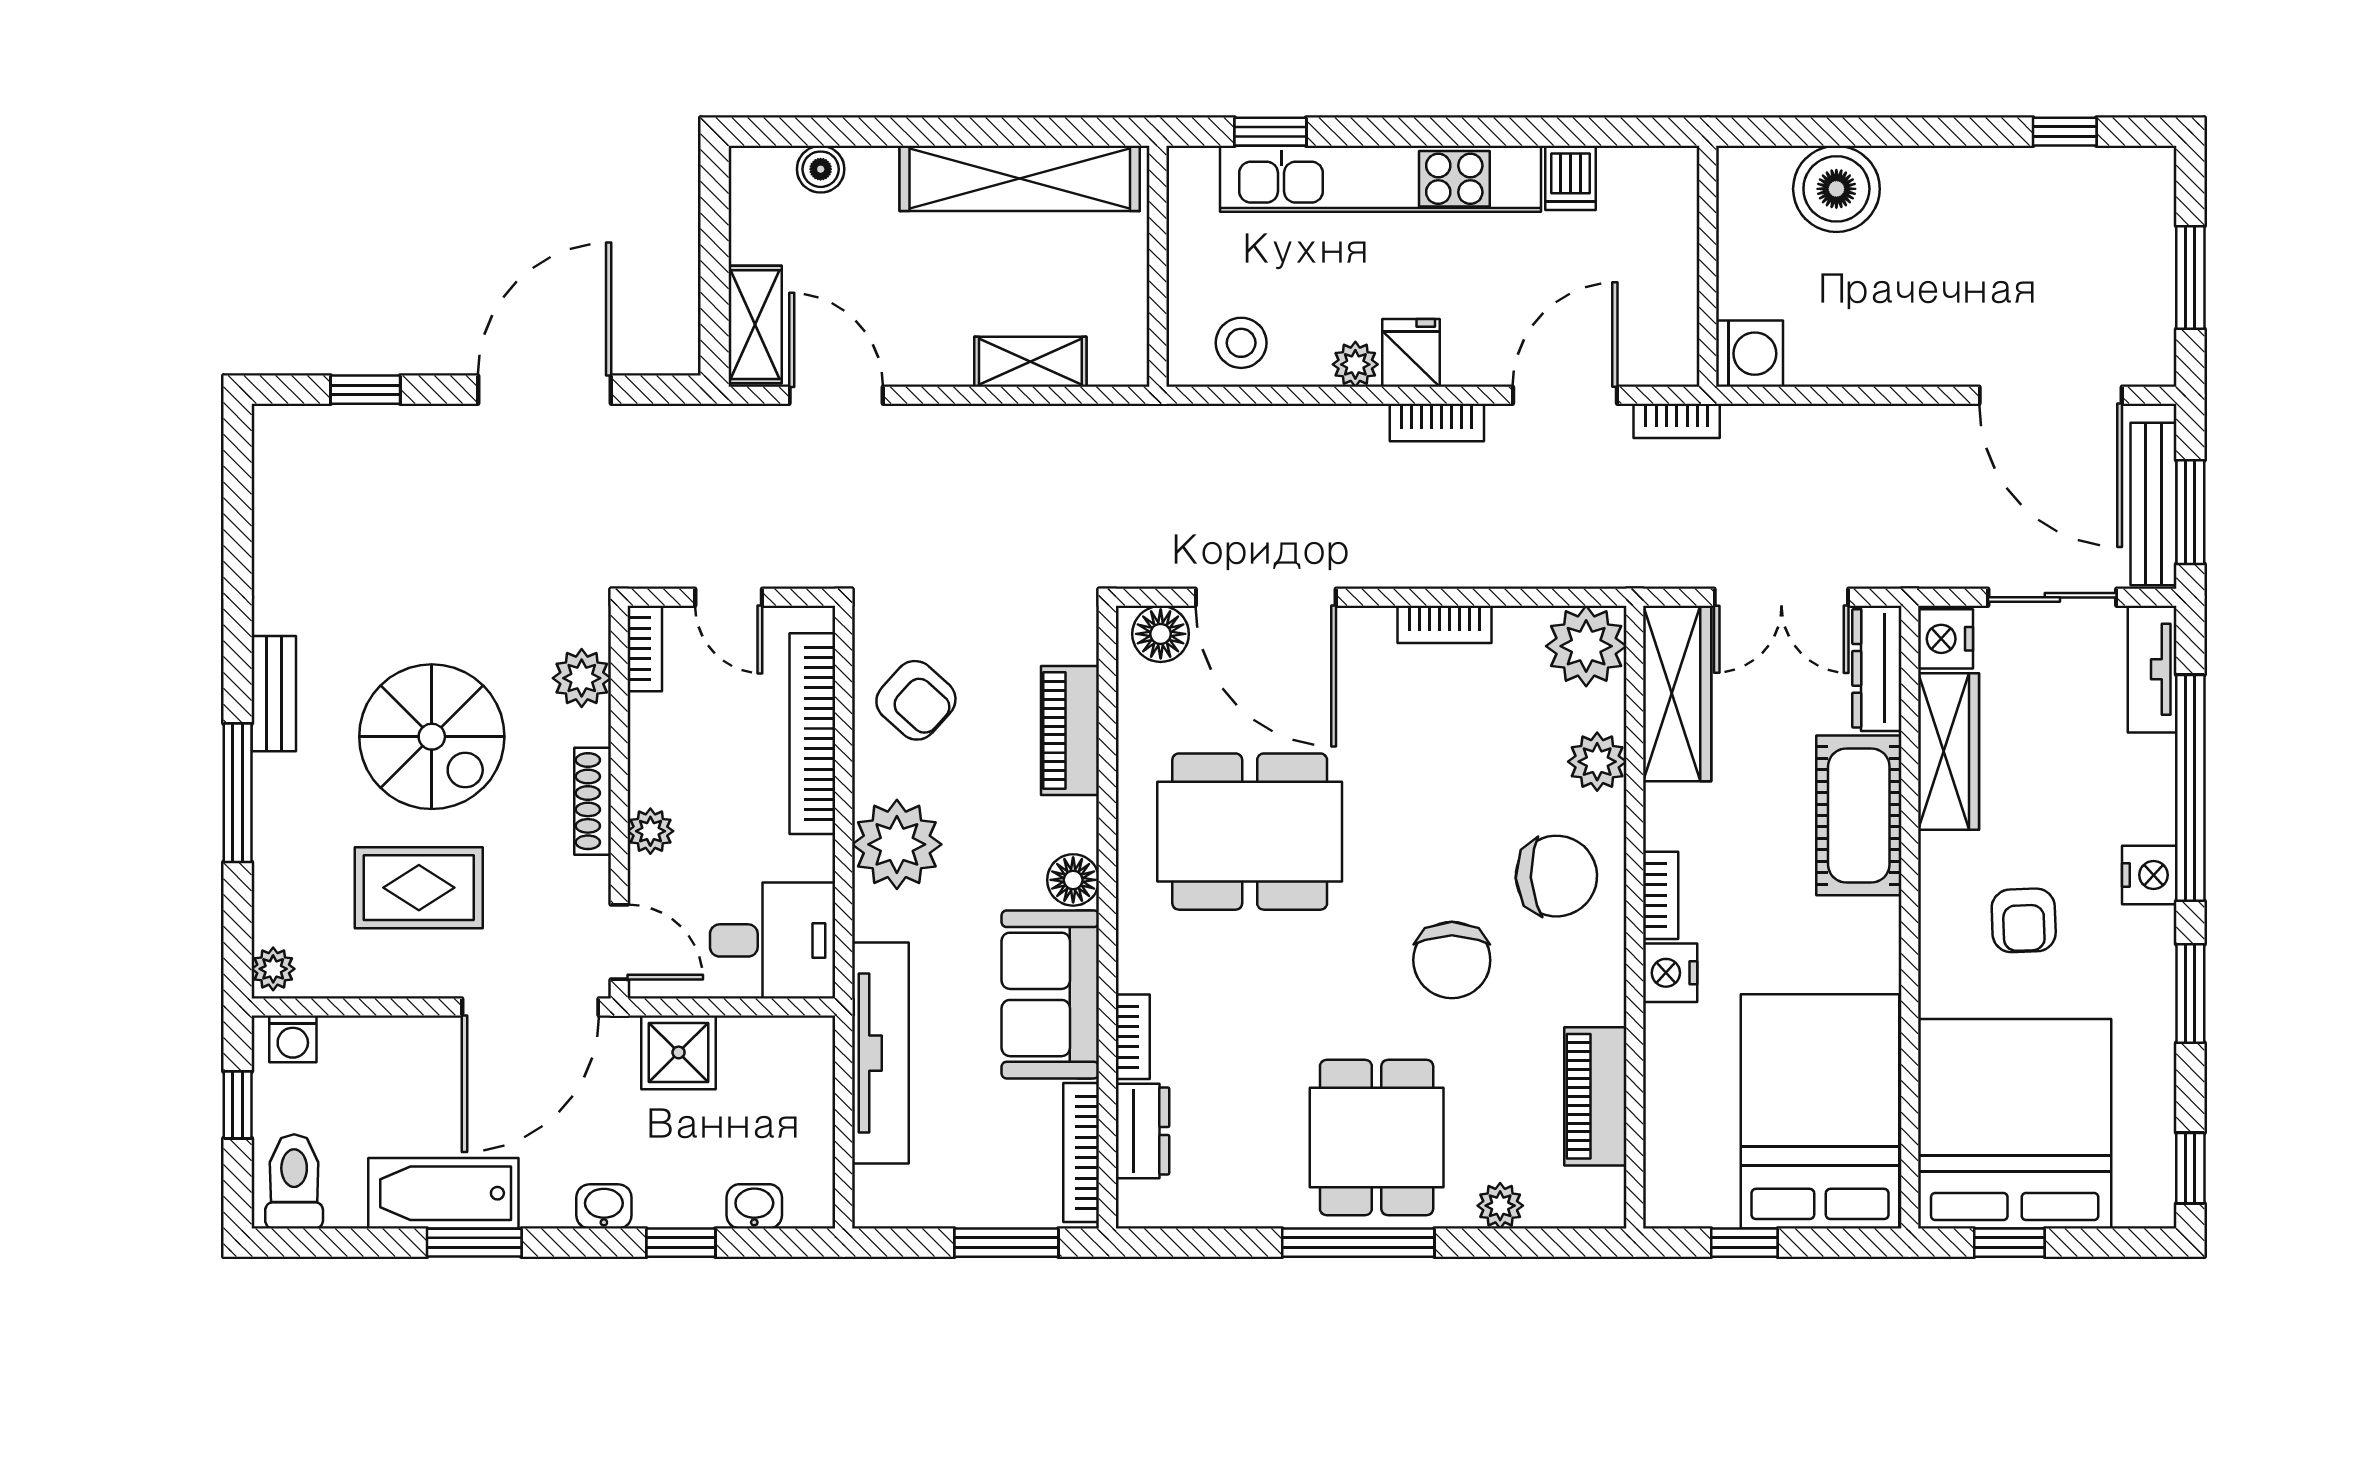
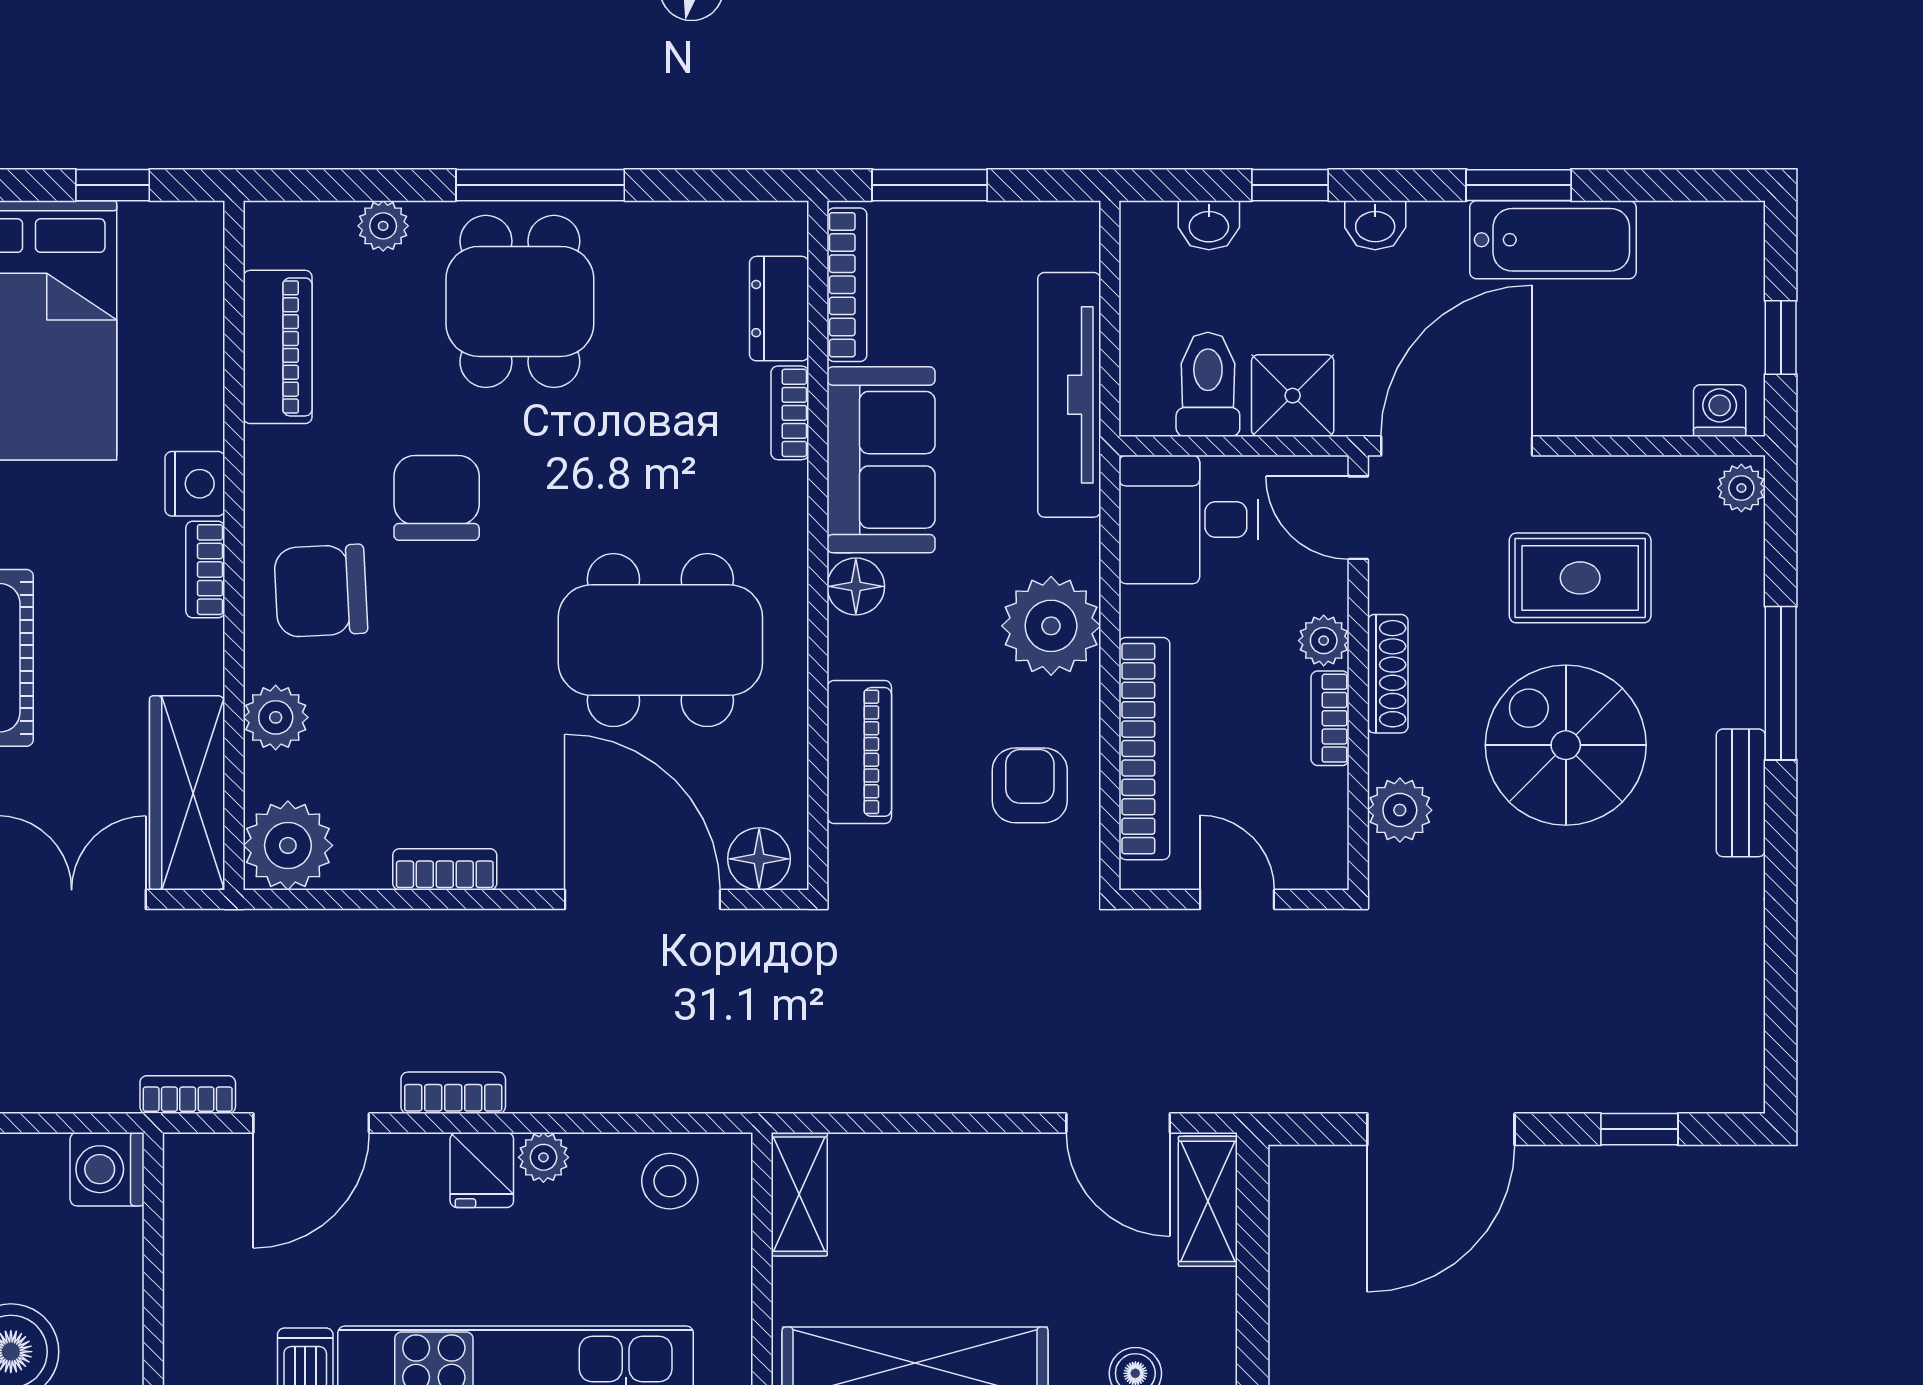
shelving: (1030, 362) -> (799, 1194), moved, turned 90
bookcase: (645, 649) -> (1330, 718), moved
armchair: (916, 700) -> (1030, 785), turned 48
toilet: (294, 1181) -> (1208, 384), moved, turned 180

